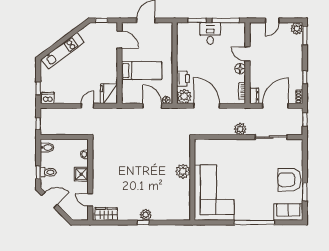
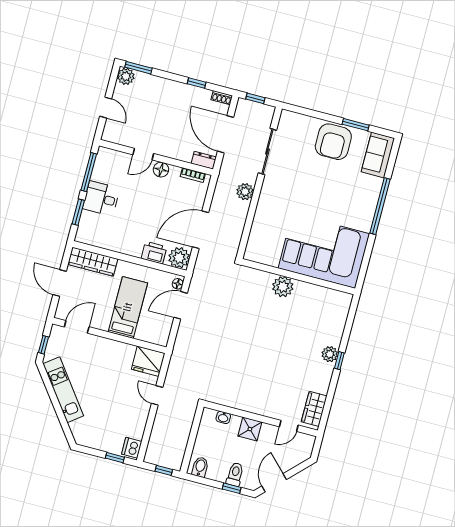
wardrobe: (166, 39) -> (93, 262), added
kitchen unit: (63, 51) -> (63, 390), moved

